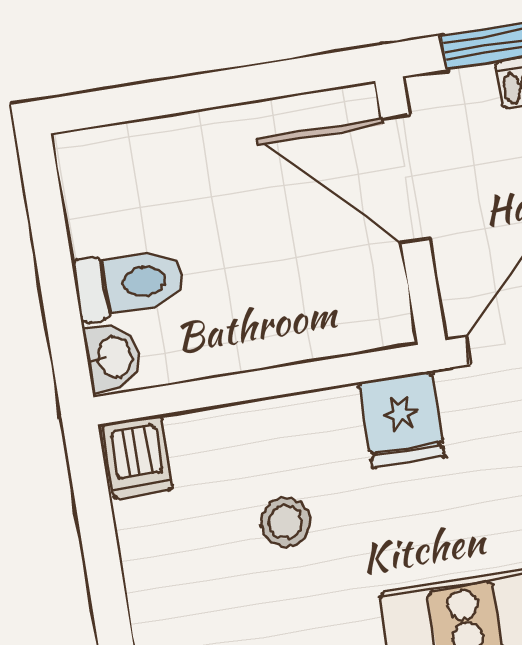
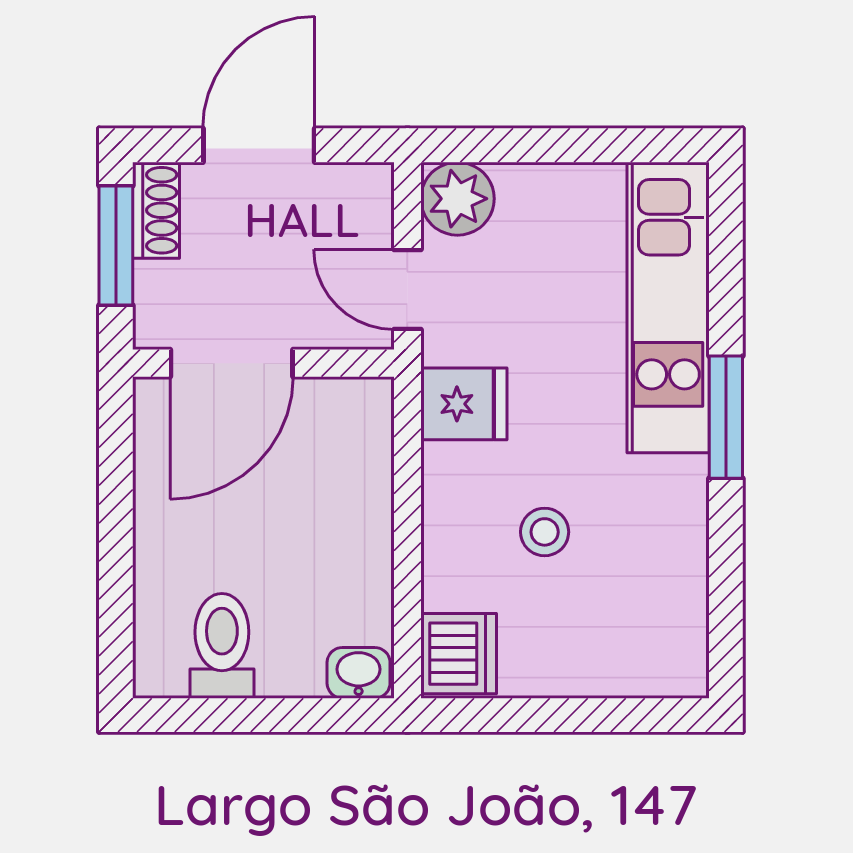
toilet: (129, 284) -> (222, 646), moved
dishwasher: (138, 457) -> (459, 654), width x1.38

